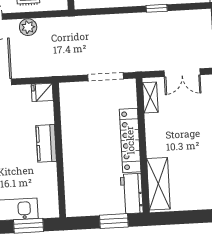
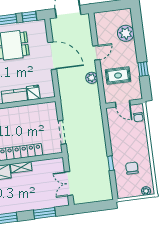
fridge: (42, 92) -> (33, 93), moved
shelving: (150, 97) -> (21, 167), moved

